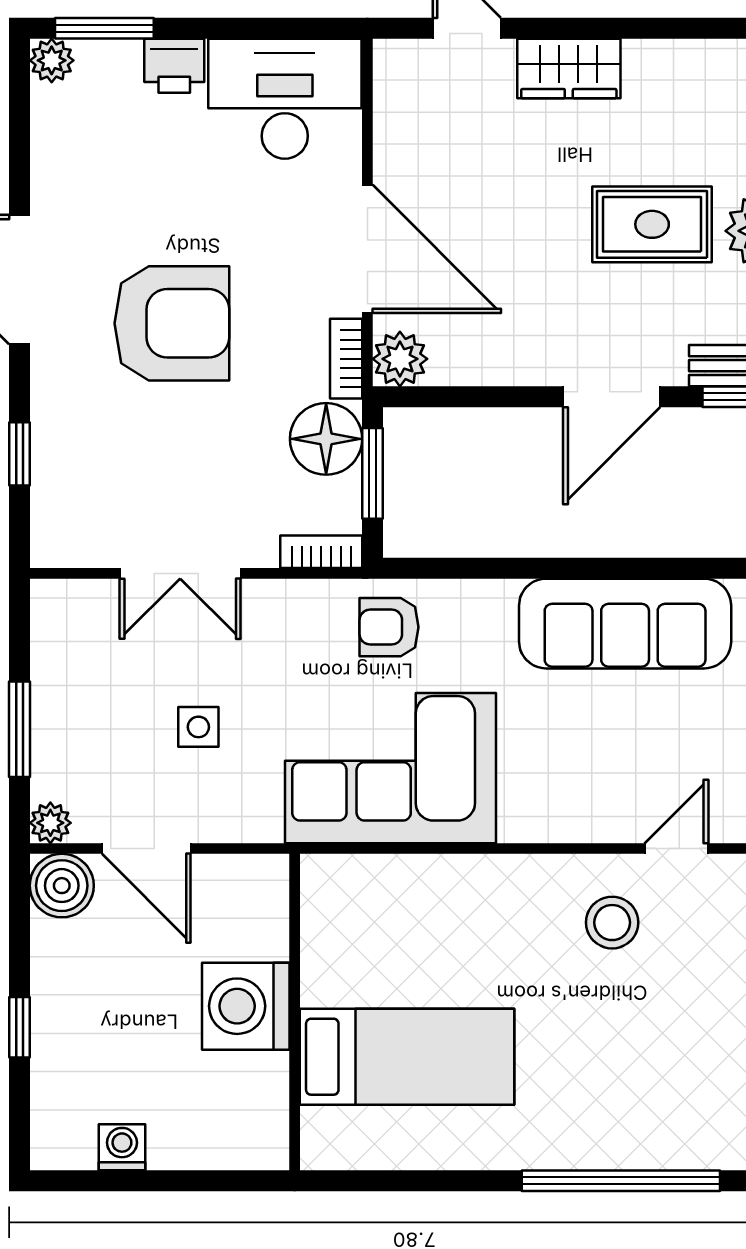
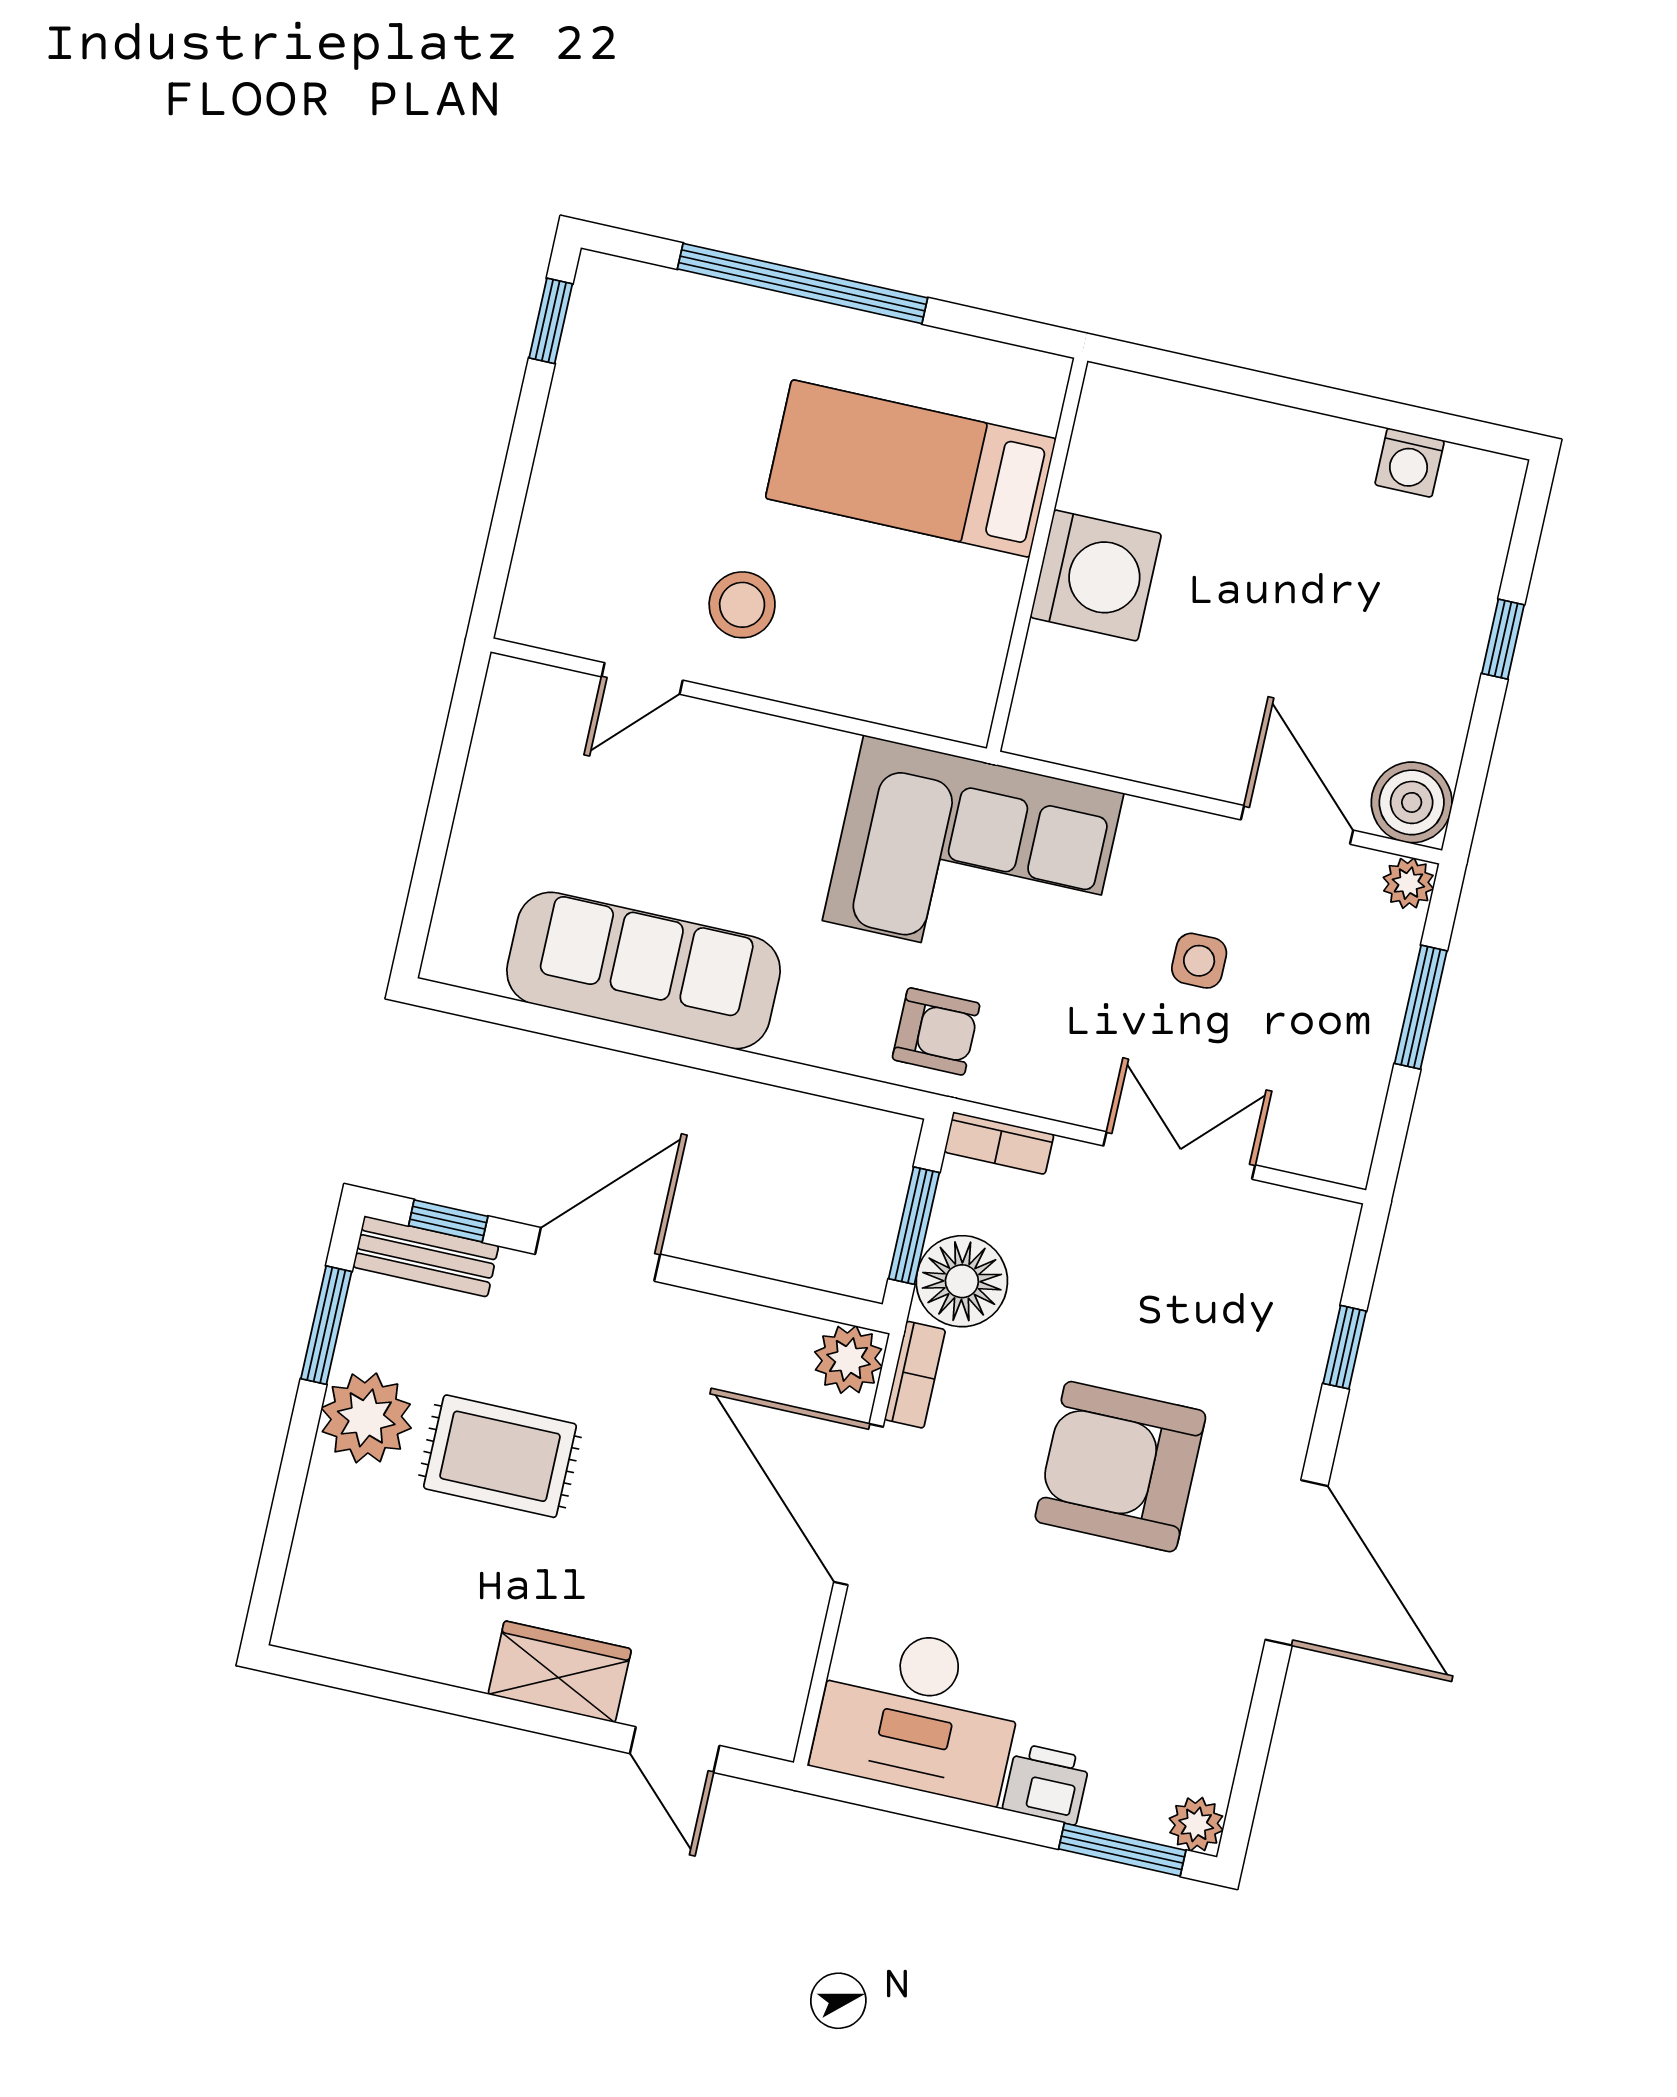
washing machine: (246, 1006) -> (1096, 575), moved
wall: (295, 1012) -> (1037, 555), moved
bed: (407, 1057) -> (911, 469), moved

